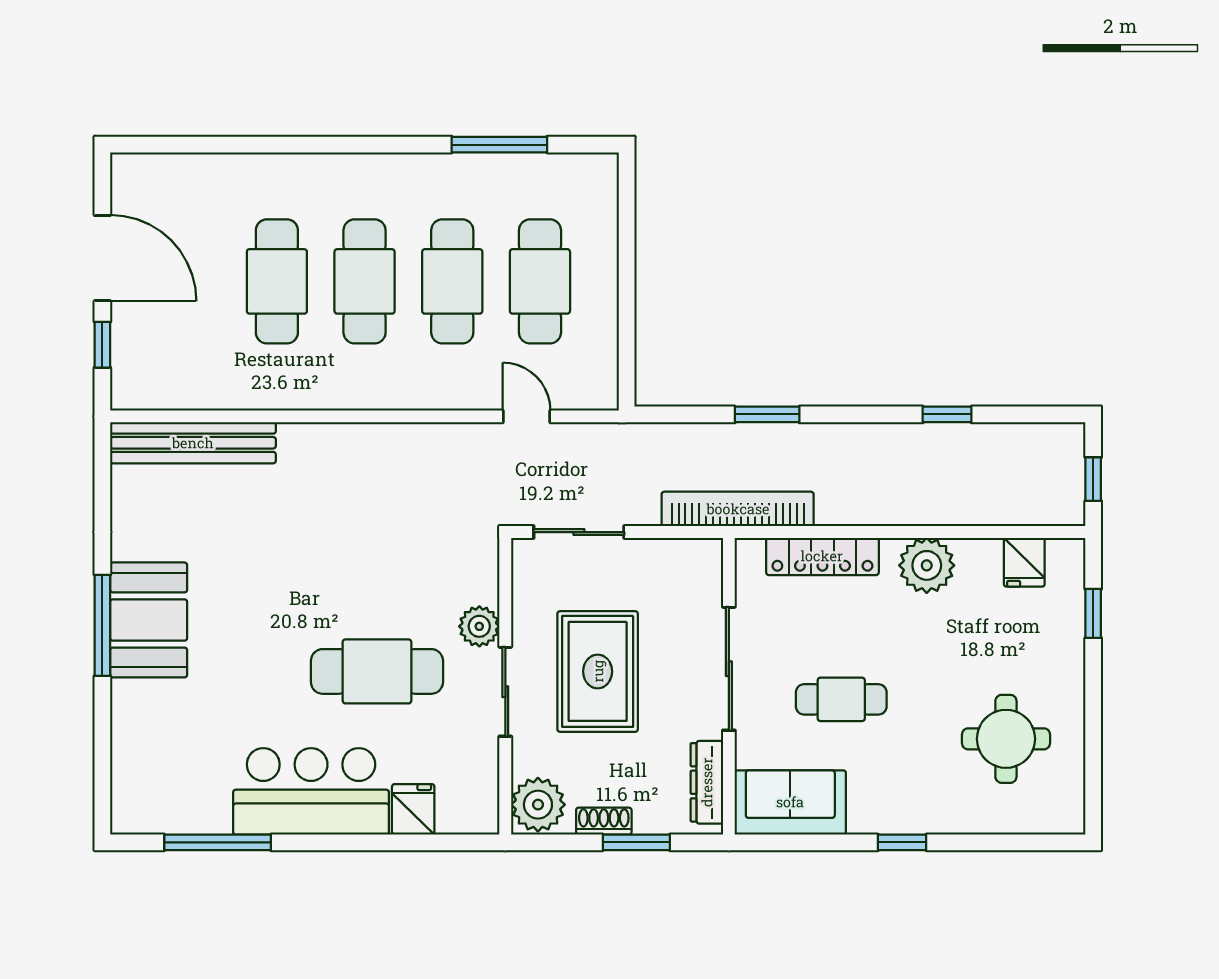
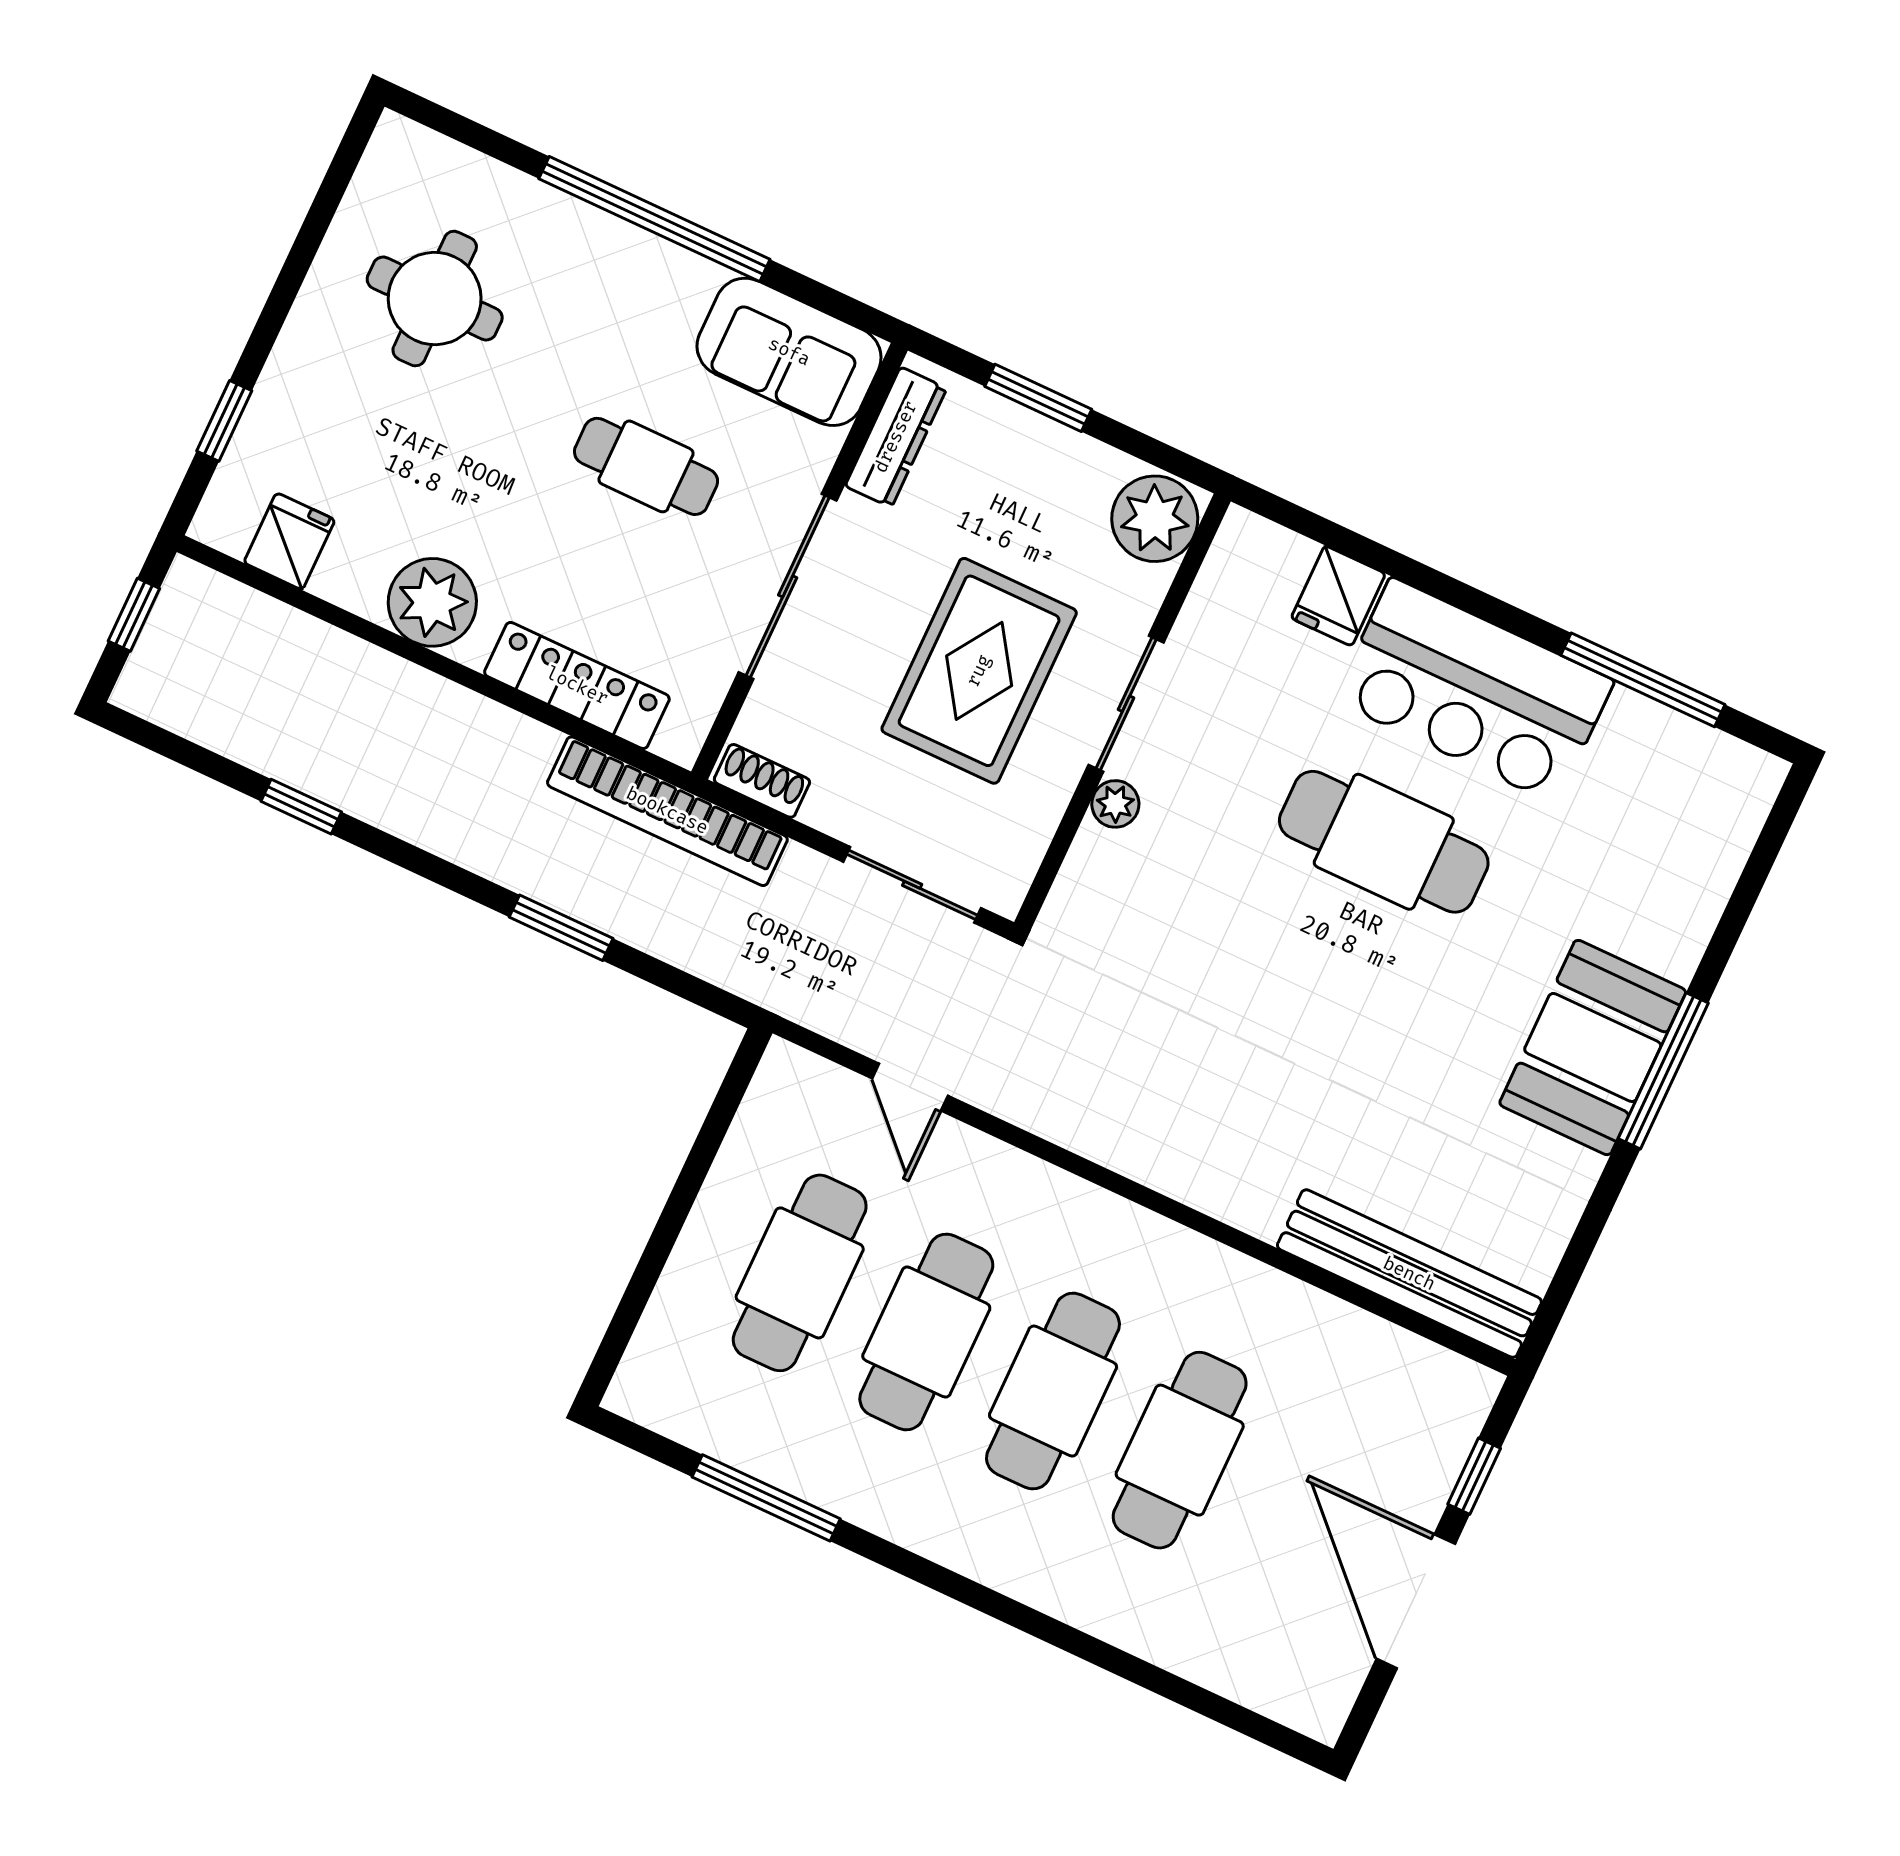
plant: (479, 626) -> (1115, 804), width x0.73, depth x0.73
cafe table: (377, 671) -> (1384, 842), moved
shoe rack: (604, 821) -> (762, 781), moved, turned 180
window: (902, 842) -> (654, 219), width x3.17

